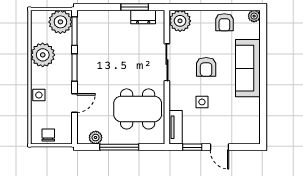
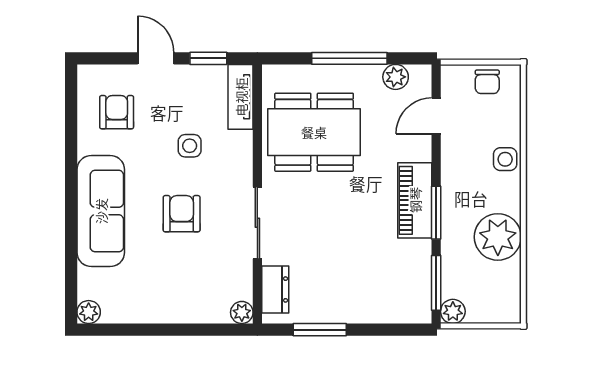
dresser: (143, 17) -> (275, 289), moved, turned 90
plant: (180, 21) -> (242, 312), width x0.53, depth x0.53
plant: (60, 22) -> (453, 311), width x0.53, depth x0.53
armchair: (224, 22) -> (117, 112), moved
piano: (86, 74) -> (415, 200), added
door: (75, 103) -> (436, 116), moved

